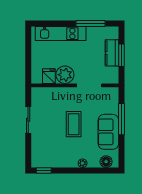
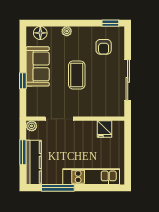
kitchen counter: (112, 53) -> (34, 162), width x1.50
plant: (65, 75) -> (32, 126), moved, width x0.53, depth x0.53
window: (121, 119) -> (23, 81), width x0.46
sliding door: (28, 120) -> (128, 80), width x1.37
armchair: (50, 149) -> (104, 47), added

